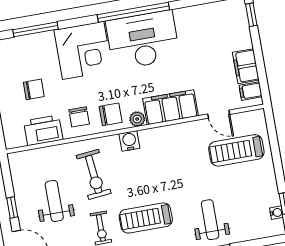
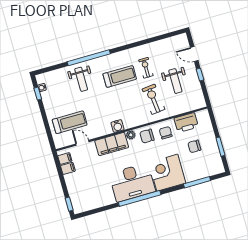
filing cabinet: (246, 66) -> (68, 168), width x0.50
water cooler: (129, 141) -> (118, 126), moved

